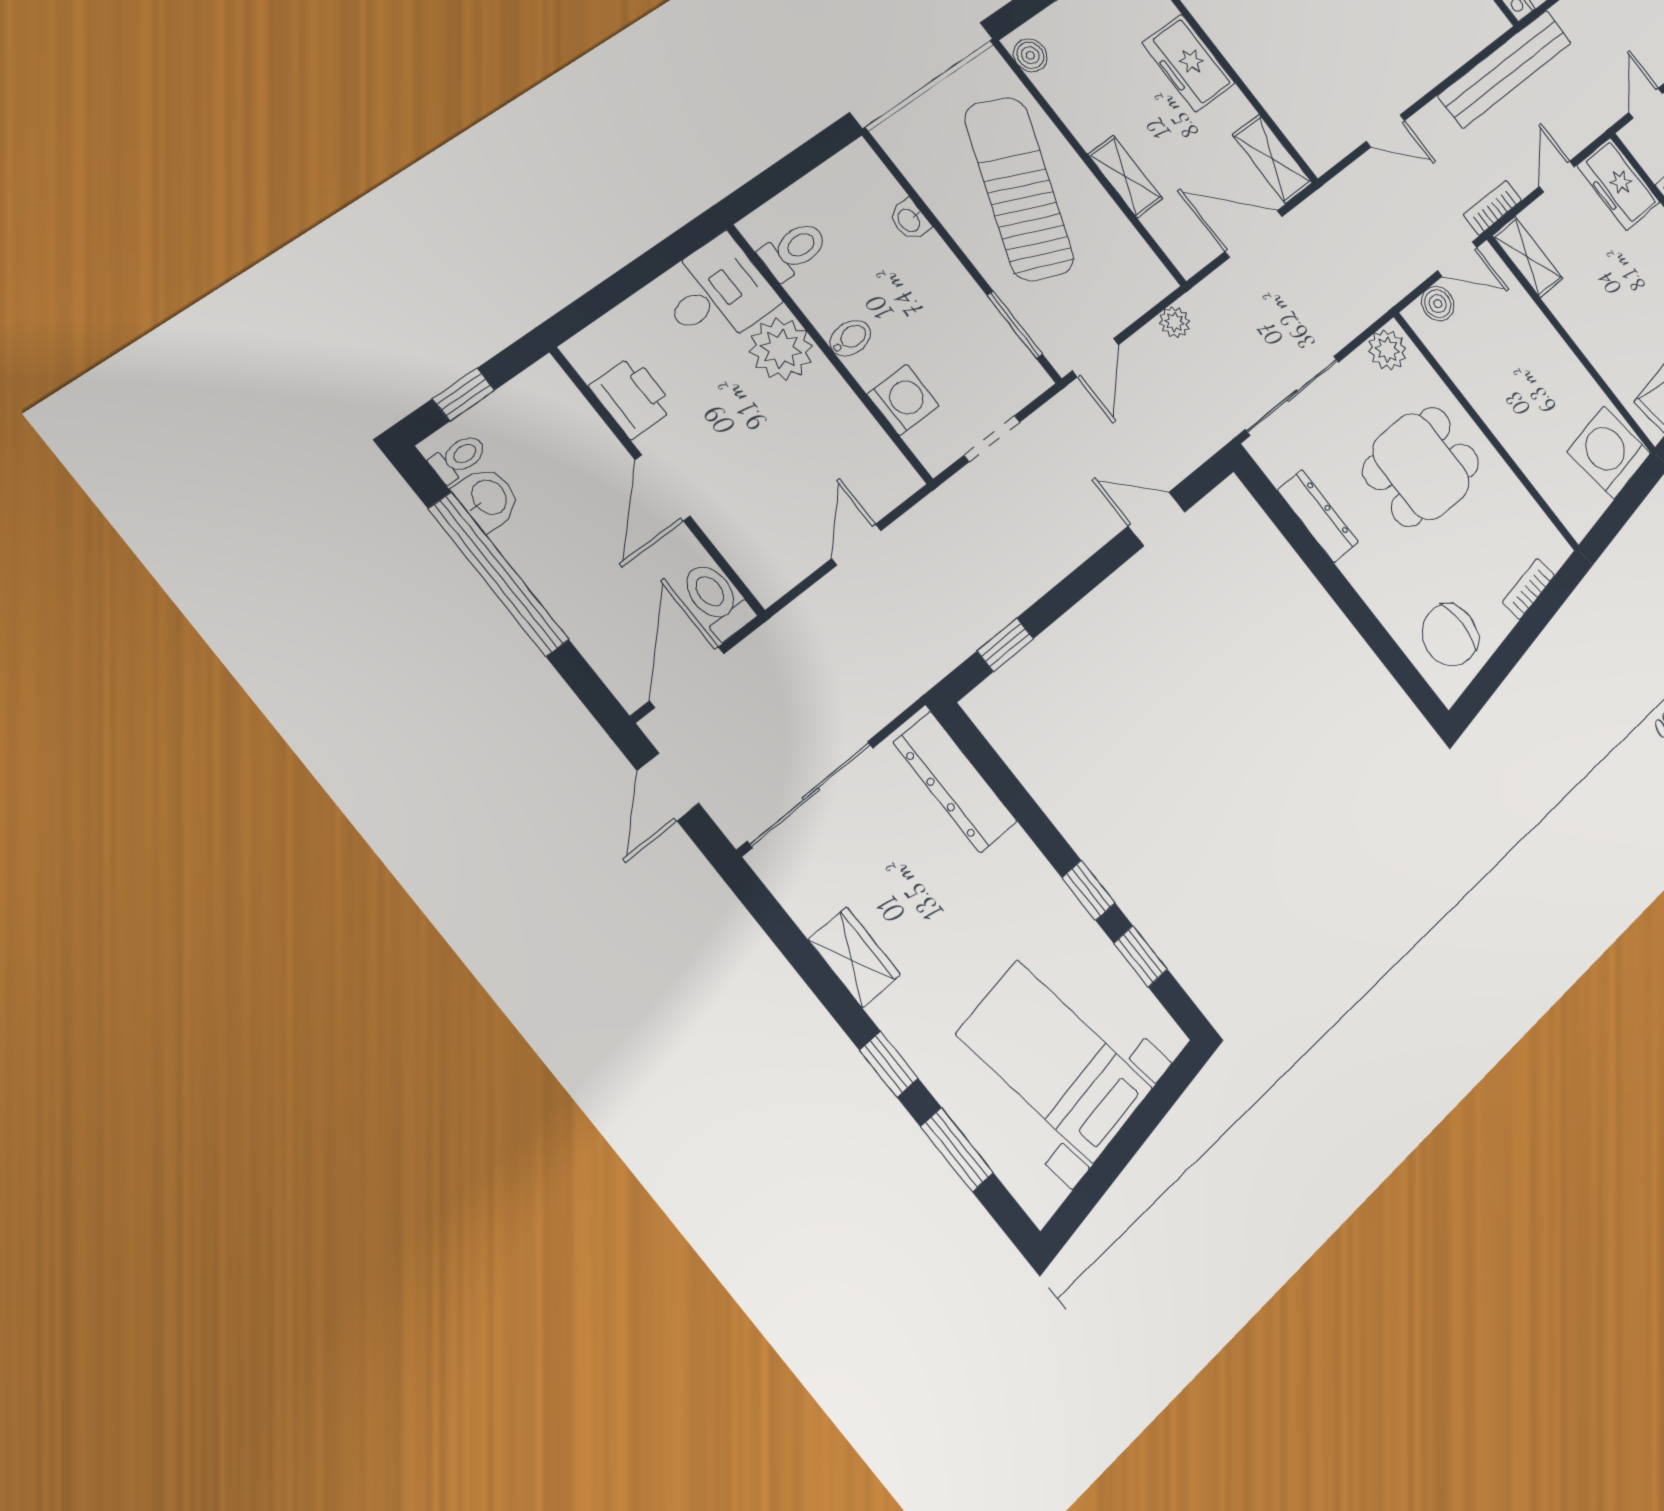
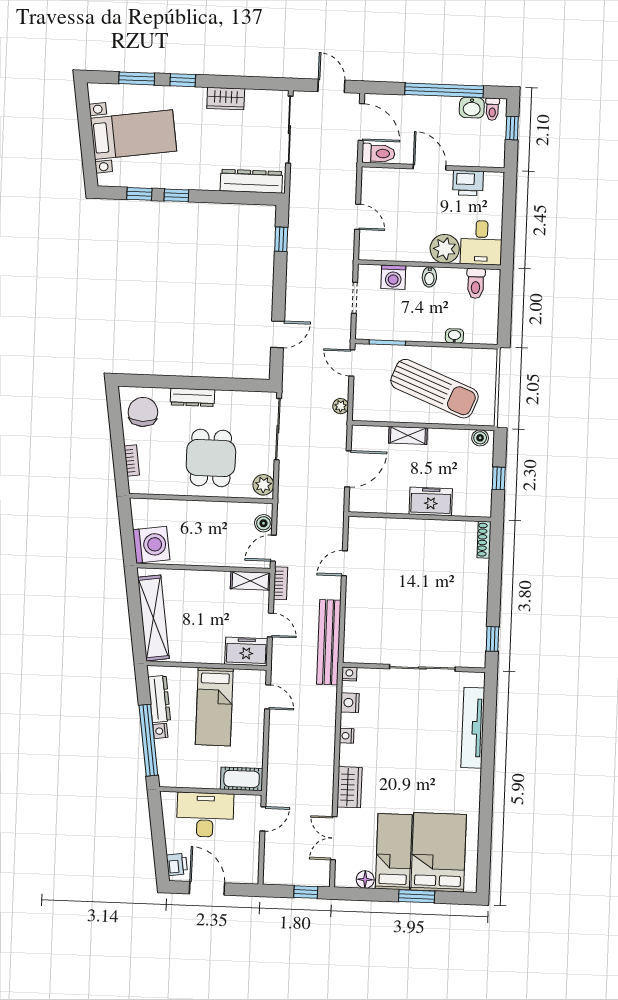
shelving: (1272, 159) -> (370, 503), removed
dresser: (1318, 516) -> (192, 397), moved

